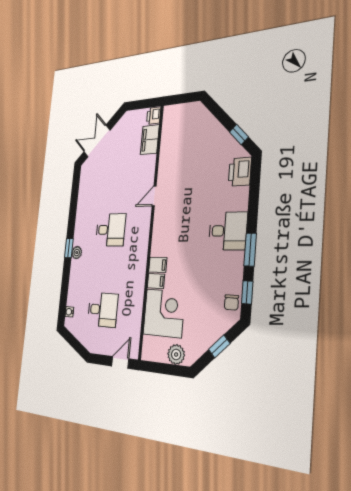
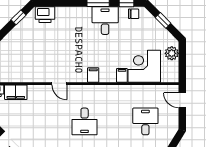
desk: (110, 230) -> (85, 121), turned 180
desk: (228, 231) -> (105, 21), moved
filing cabinet: (158, 265) -> (93, 75), moved

